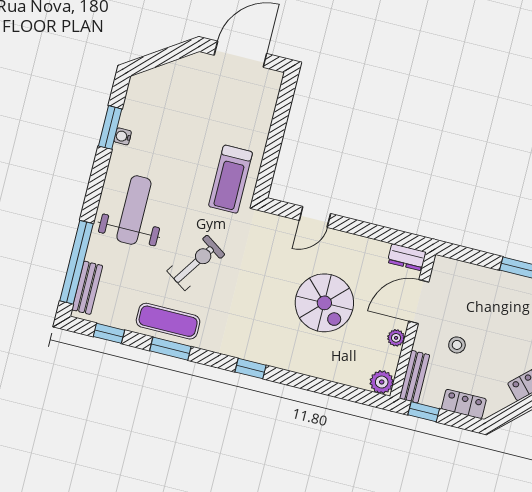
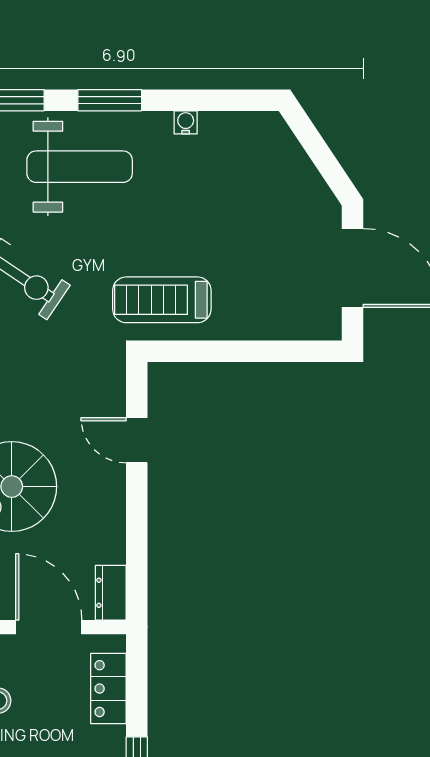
window: (110, 127) -> (110, 100), moved
locker: (467, 274) -> (108, 689), added

